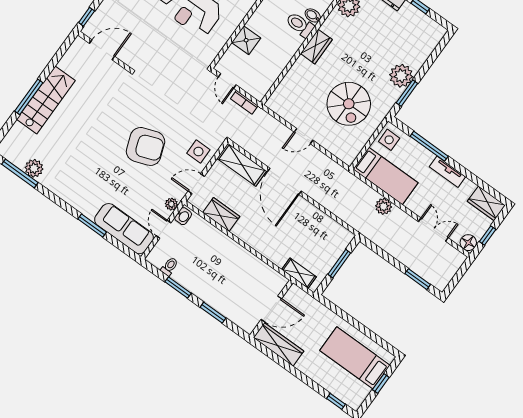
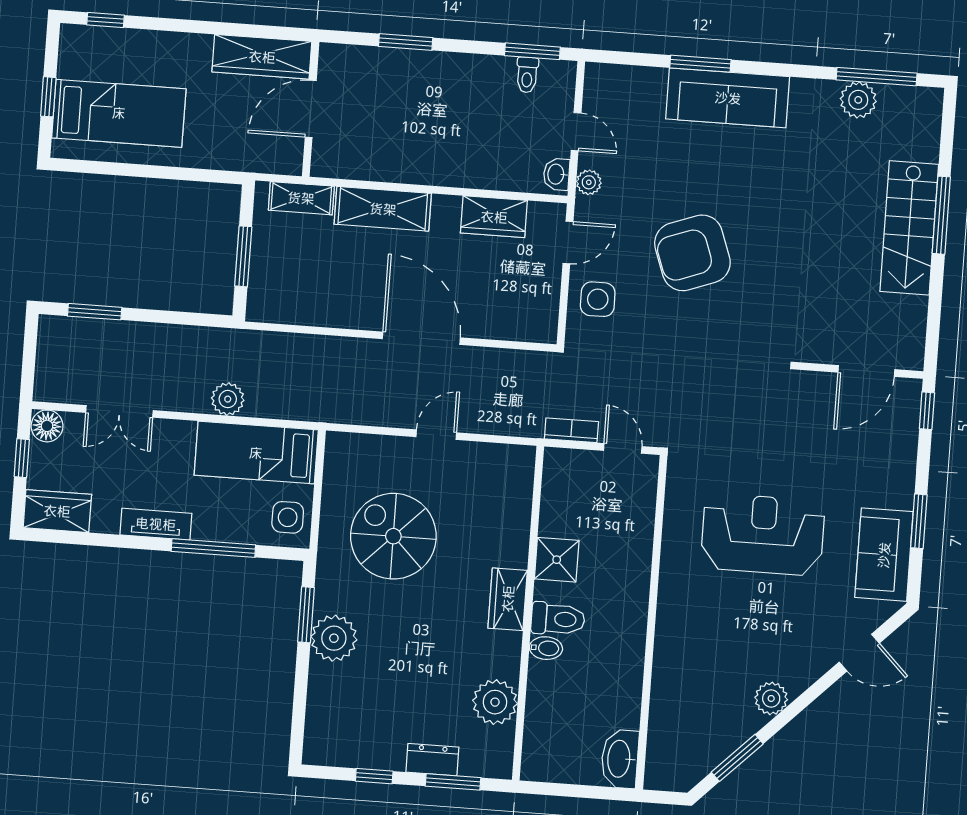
shower: (246, 40) -> (557, 560), moved
shelving: (242, 165) -> (383, 209), moved
sofa: (124, 229) -> (728, 98), moved
window: (178, 288) -> (532, 51), moved

